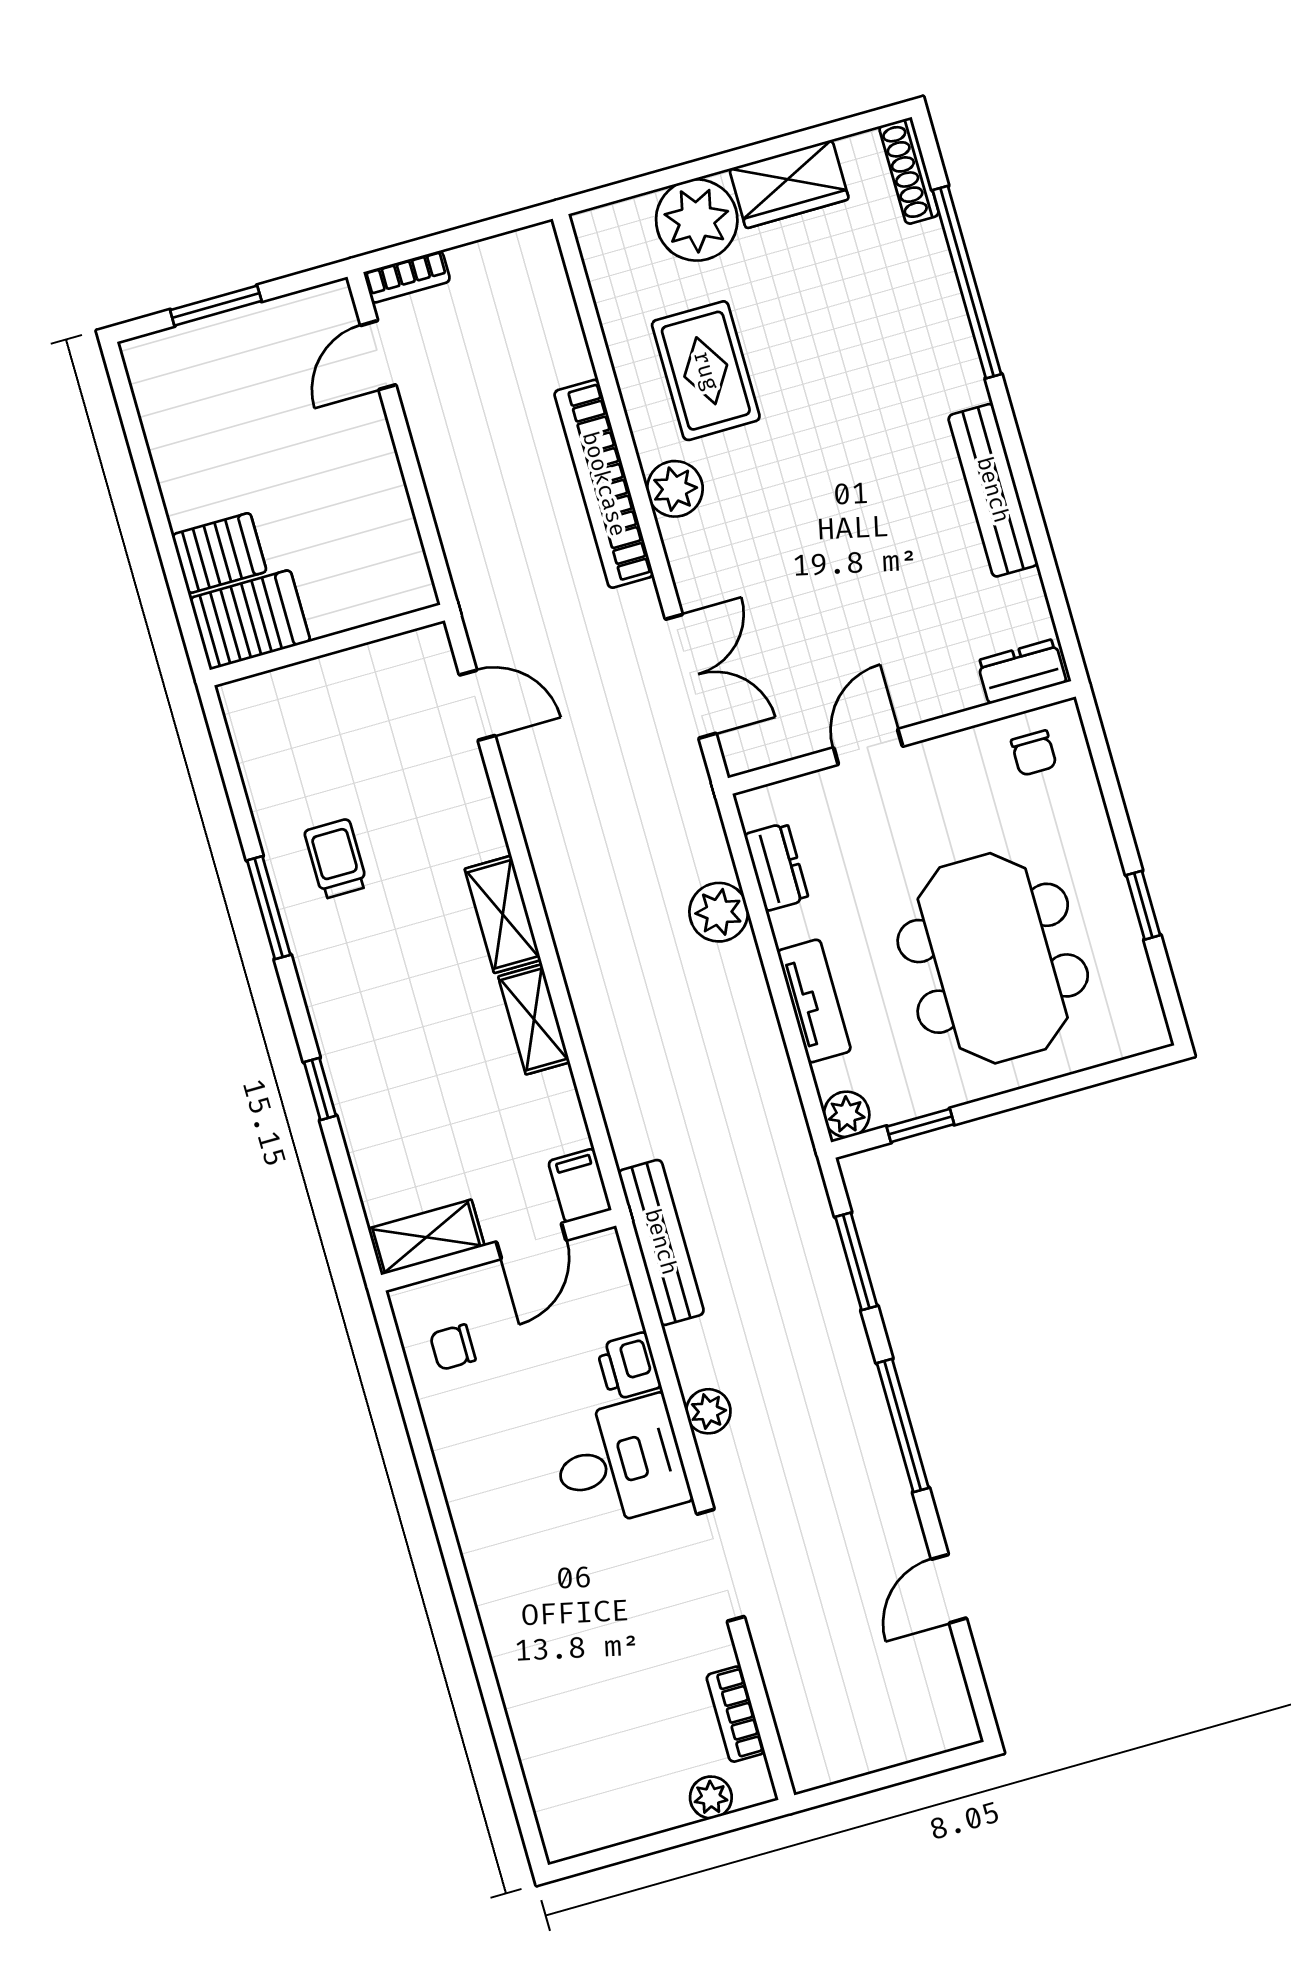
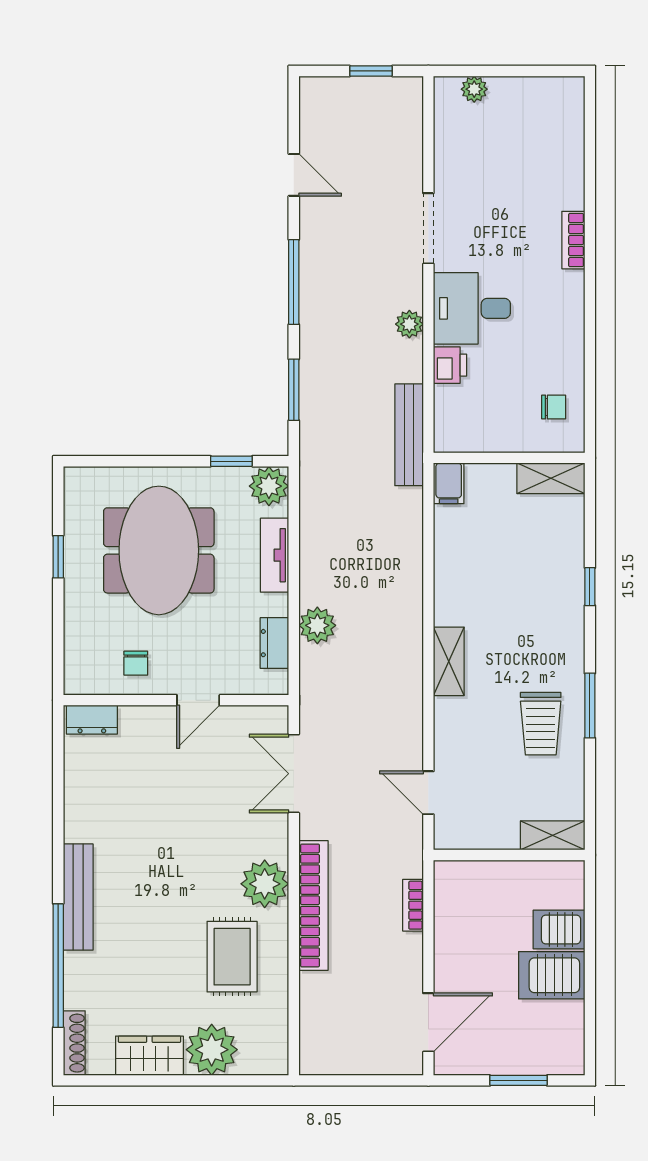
bookcase: (407, 277) -> (413, 905), moved, turned -90
door: (378, 355) -> (428, 1022), width x1.38
plant: (675, 489) -> (265, 884), width x1.36, depth x1.36
bench: (993, 490) -> (78, 897), moved
server rack: (250, 620) -> (552, 975), moved
chair: (1034, 753) -> (136, 663), moved, turned 180
trolley: (336, 859) -> (541, 724), width x1.36, depth x1.39
shelving: (534, 1019) -> (553, 835), moved, turned 90
plant: (847, 1114) -> (269, 486), width x1.38, depth x1.38
door: (531, 1241) -> (488, 458), removed
door: (949, 1589) -> (294, 175), hinge flipped
bookcase: (736, 1714) -> (573, 240), moved, turned 180
window: (876, 1781) -> (371, 71), added

